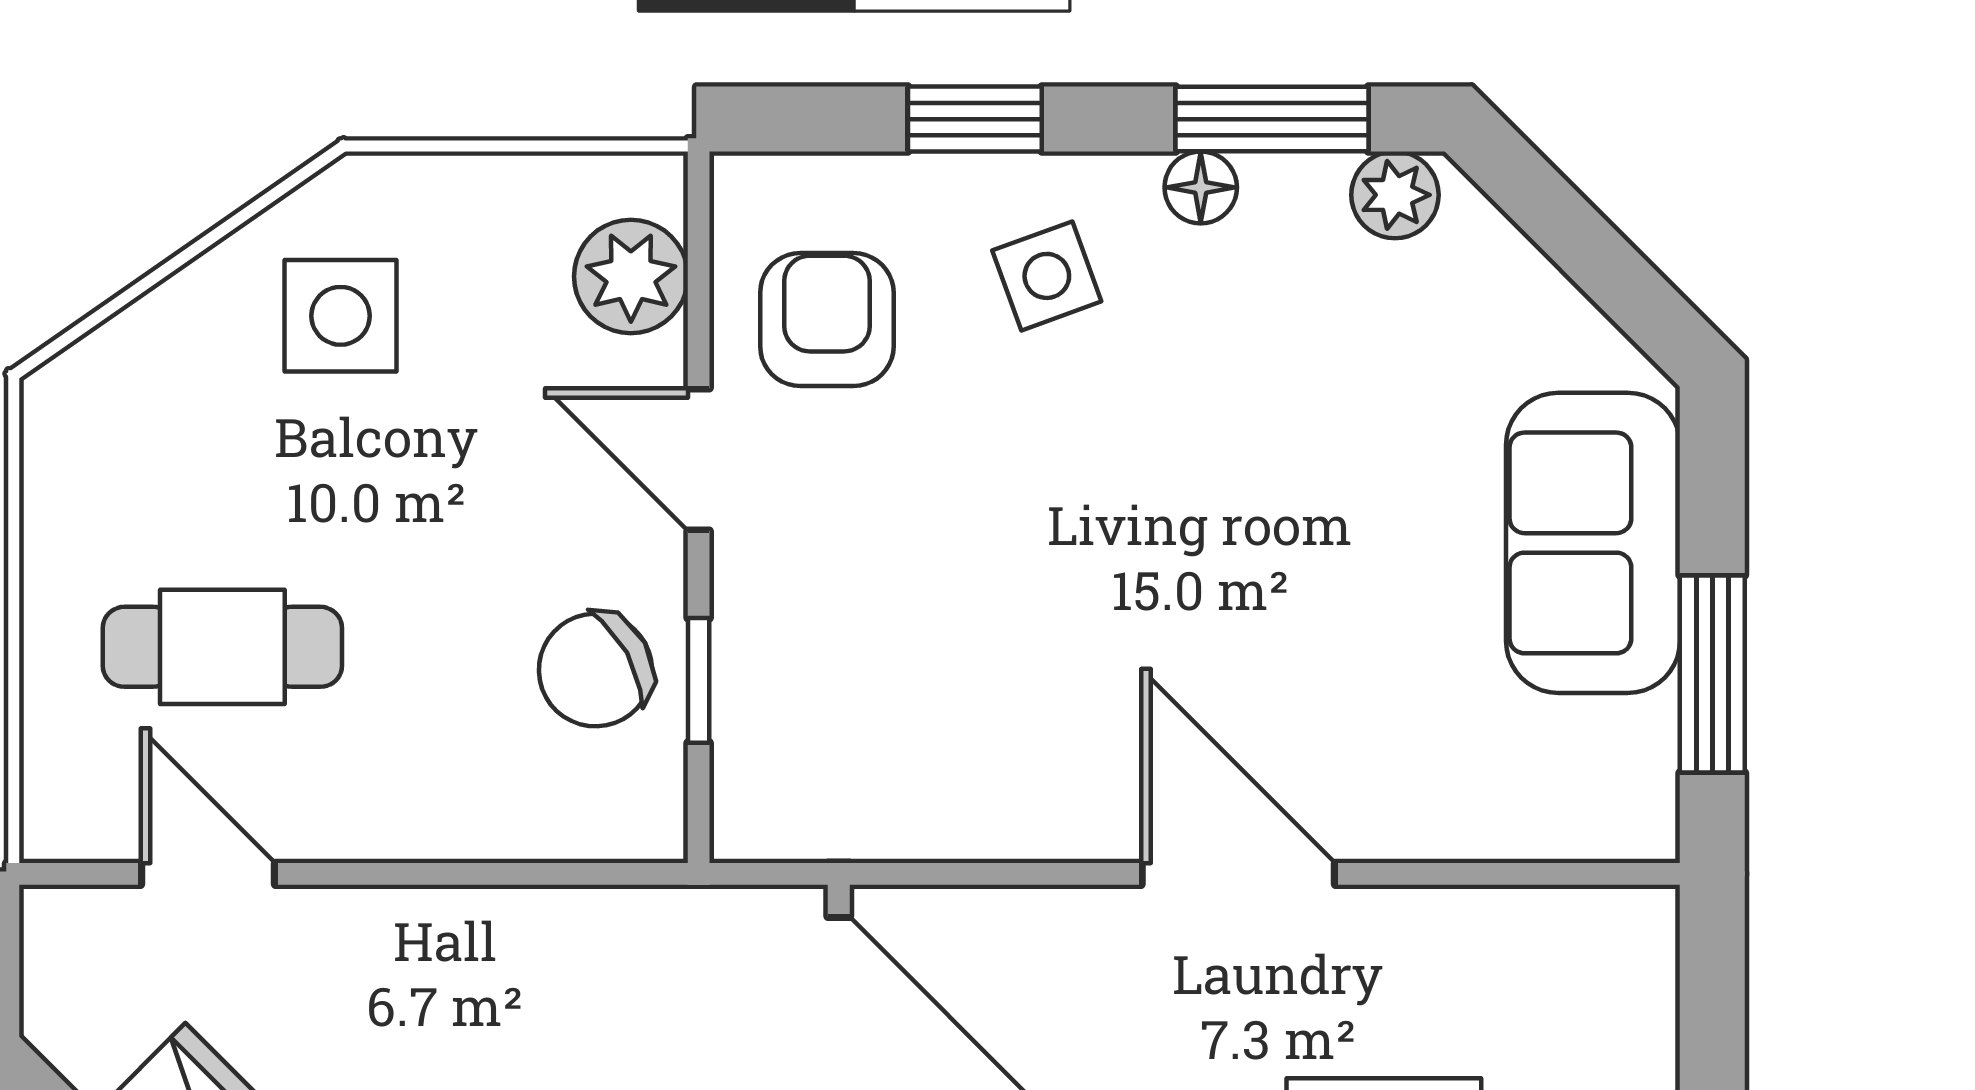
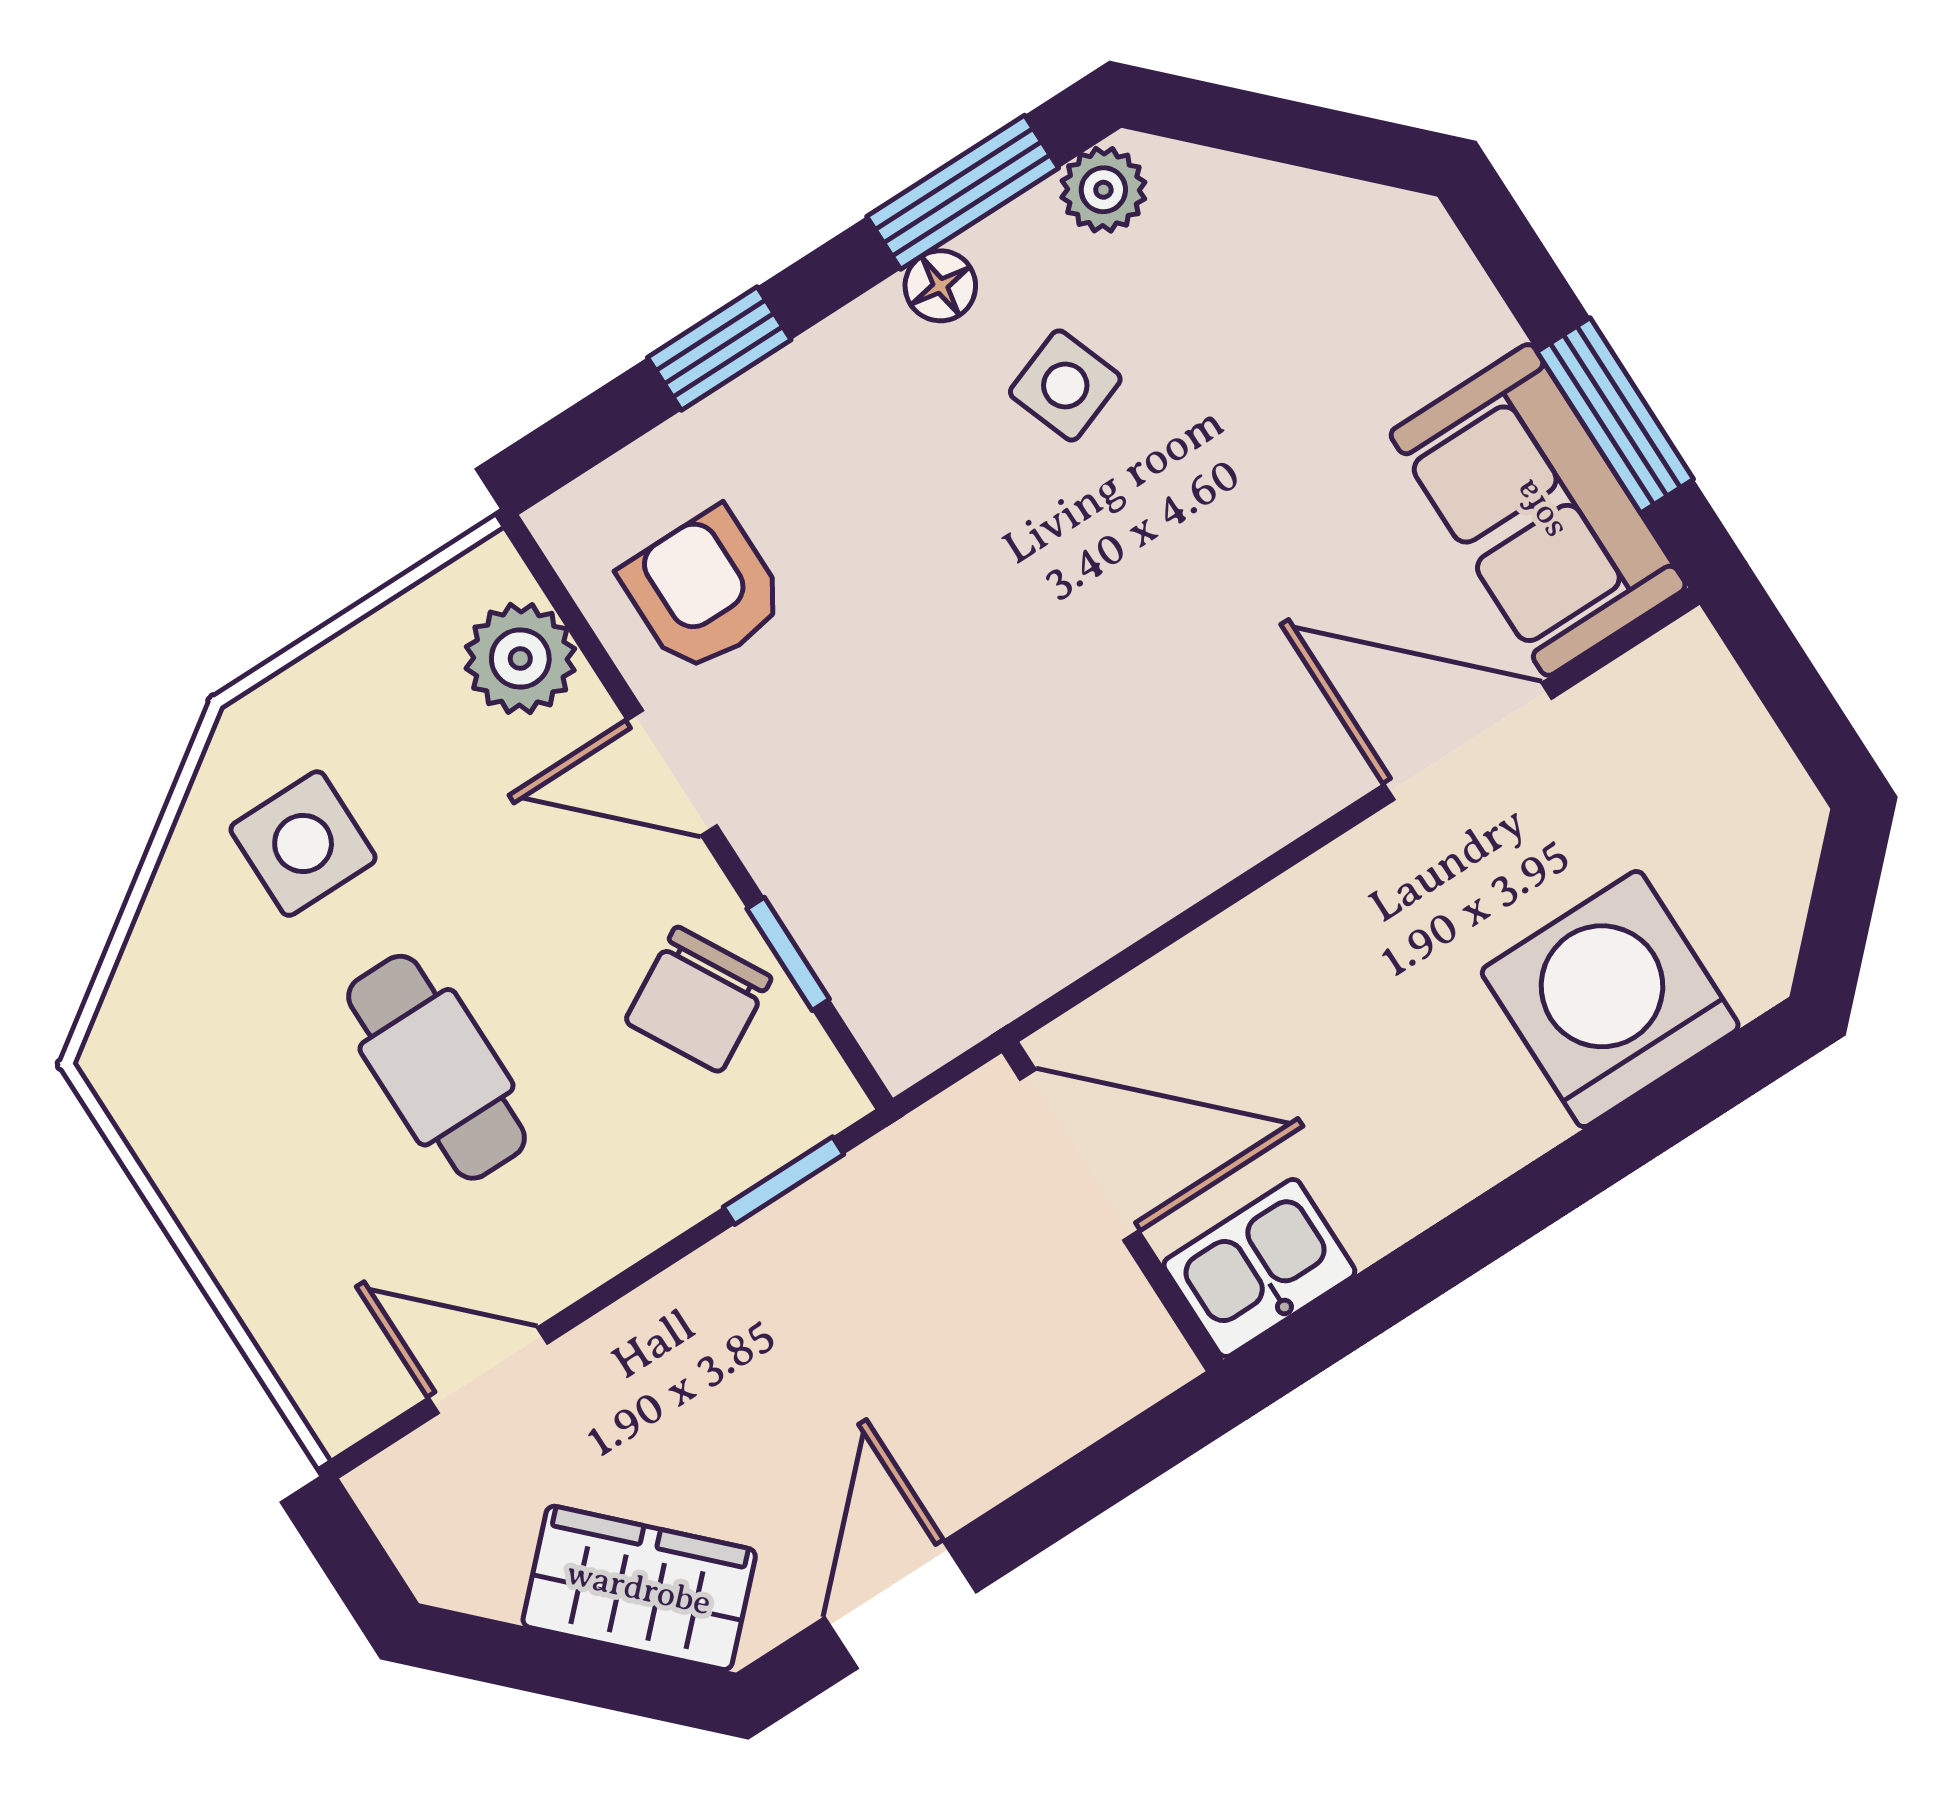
side table: (1047, 276) -> (1065, 385), moved
sofa: (1593, 543) -> (1538, 510), moved
cafe table: (222, 647) -> (437, 1067), moved, turned 90
window: (569, 874) -> (784, 1181), added
door: (1238, 874) -> (1468, 741), moved

